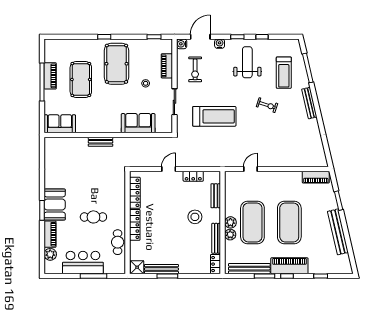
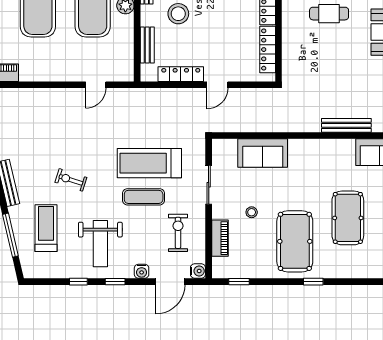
exercise mat: (218, 94) -> (144, 197), added
bench: (101, 142) -> (346, 125), moved, width x1.36
locker: (193, 176) -> (181, 74), width x1.53

